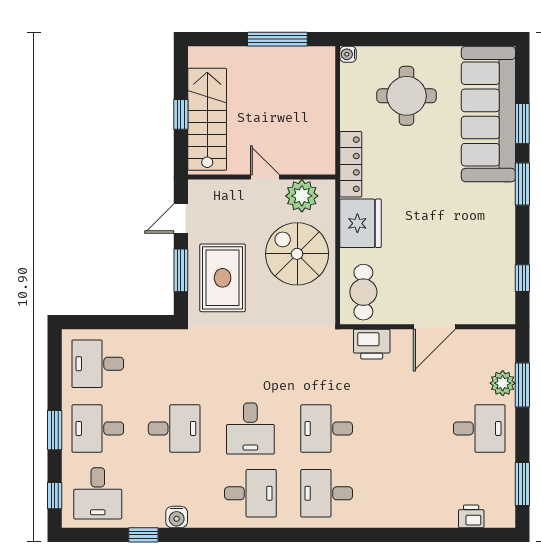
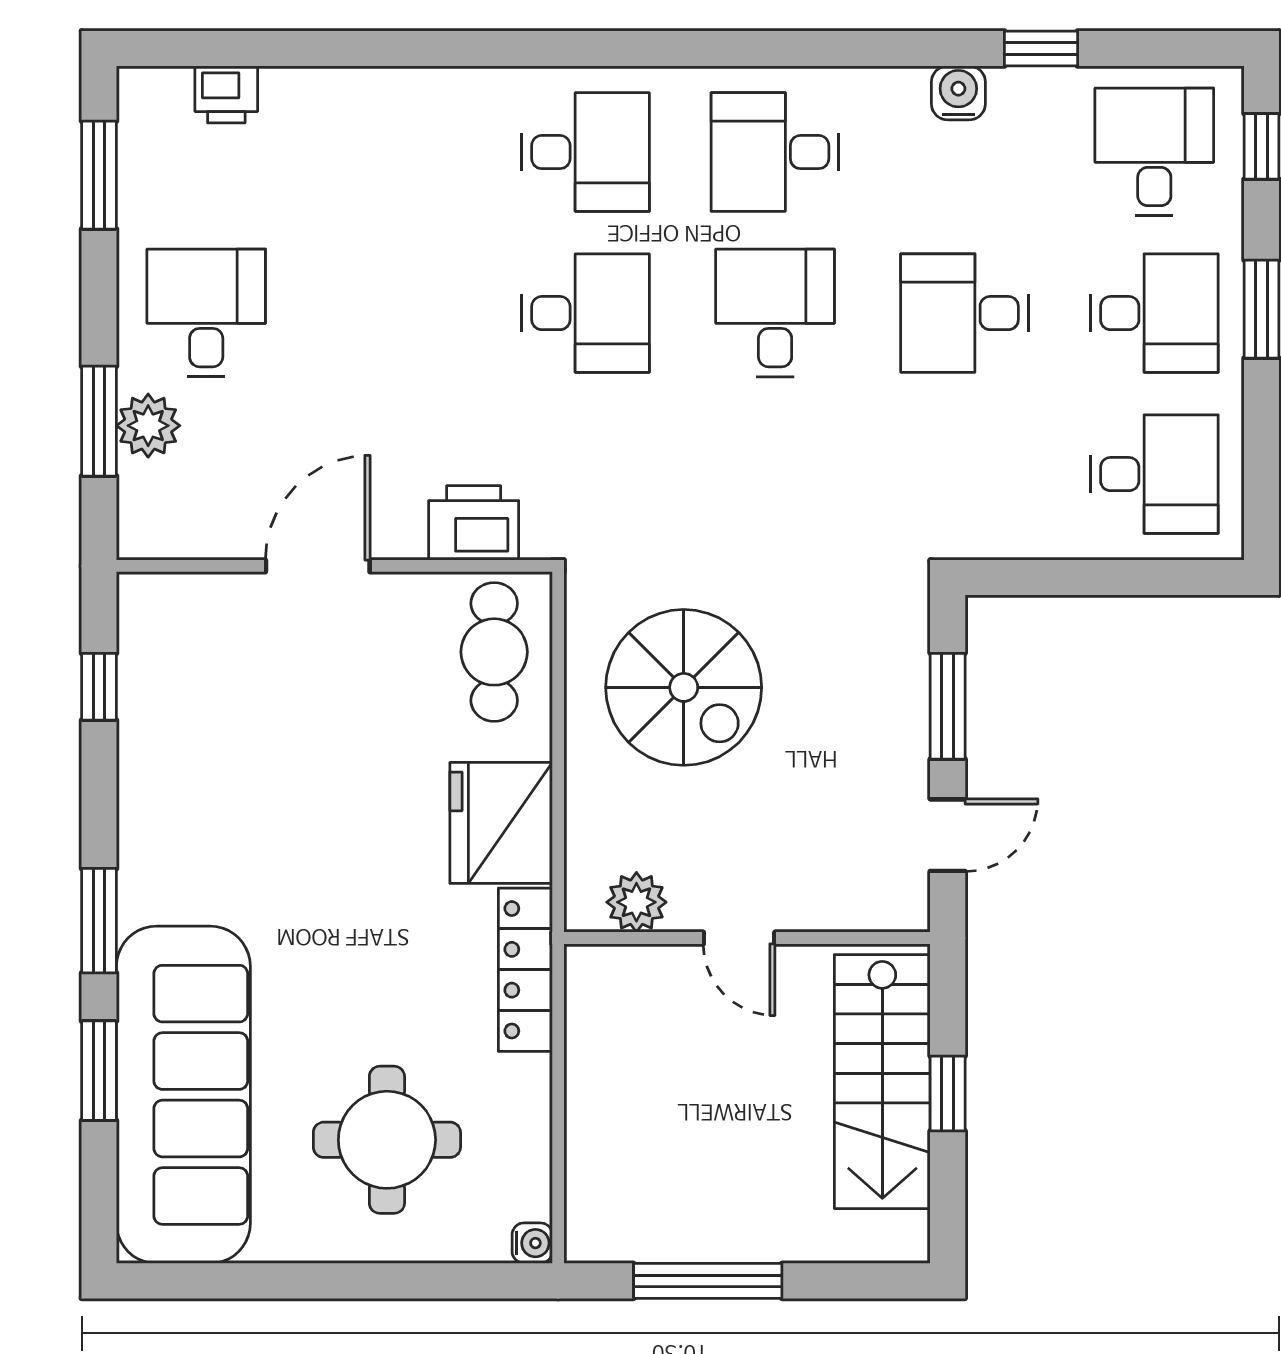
plant: (302, 196) -> (636, 902), width x0.73, depth x0.73
spiral stairs: (297, 254) -> (684, 687), moved
rug: (223, 278) -> (844, 688), removed
desk: (479, 428) -> (206, 313), turned 90

